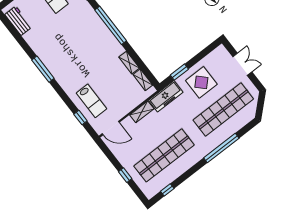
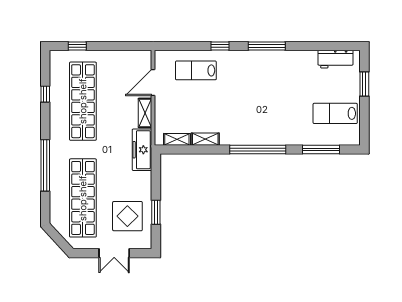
window: (179, 72) -> (156, 212), moved
display table: (201, 82) -> (127, 216), moved
window: (80, 117) -> (220, 46), moved
door: (111, 128) -> (153, 83), moved
window: (125, 175) -> (77, 46), moved
window: (167, 190) -> (45, 94), moved

